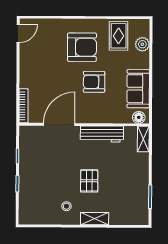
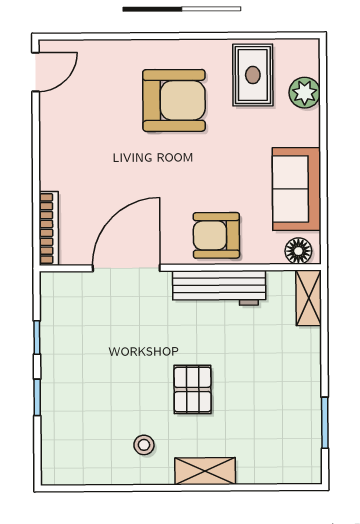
armchair: (94, 82) -> (216, 235), moved

